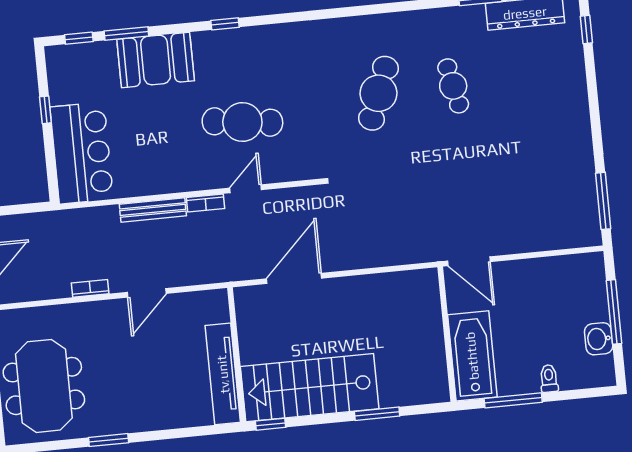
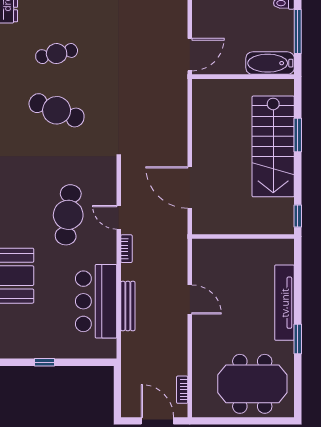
bar counter: (82, 153) -> (96, 301), moved, turned -90
bench: (153, 210) -> (128, 306), moved
bookcase: (90, 288) -> (182, 390), moved
bathtub: (472, 356) -> (270, 63), width x0.73, depth x0.73
tv unit: (223, 374) -> (285, 303), moved, turned 90
stairs: (310, 388) -> (273, 146), moved

